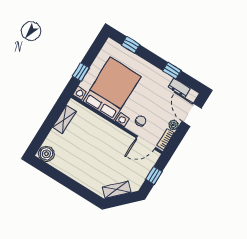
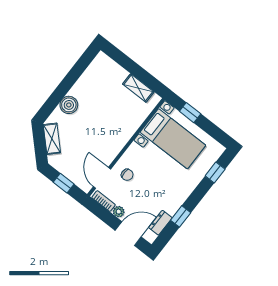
bed with nightstands: (112, 89) -> (173, 139), width x0.73
boiler: (46, 154) -> (69, 105), moved

